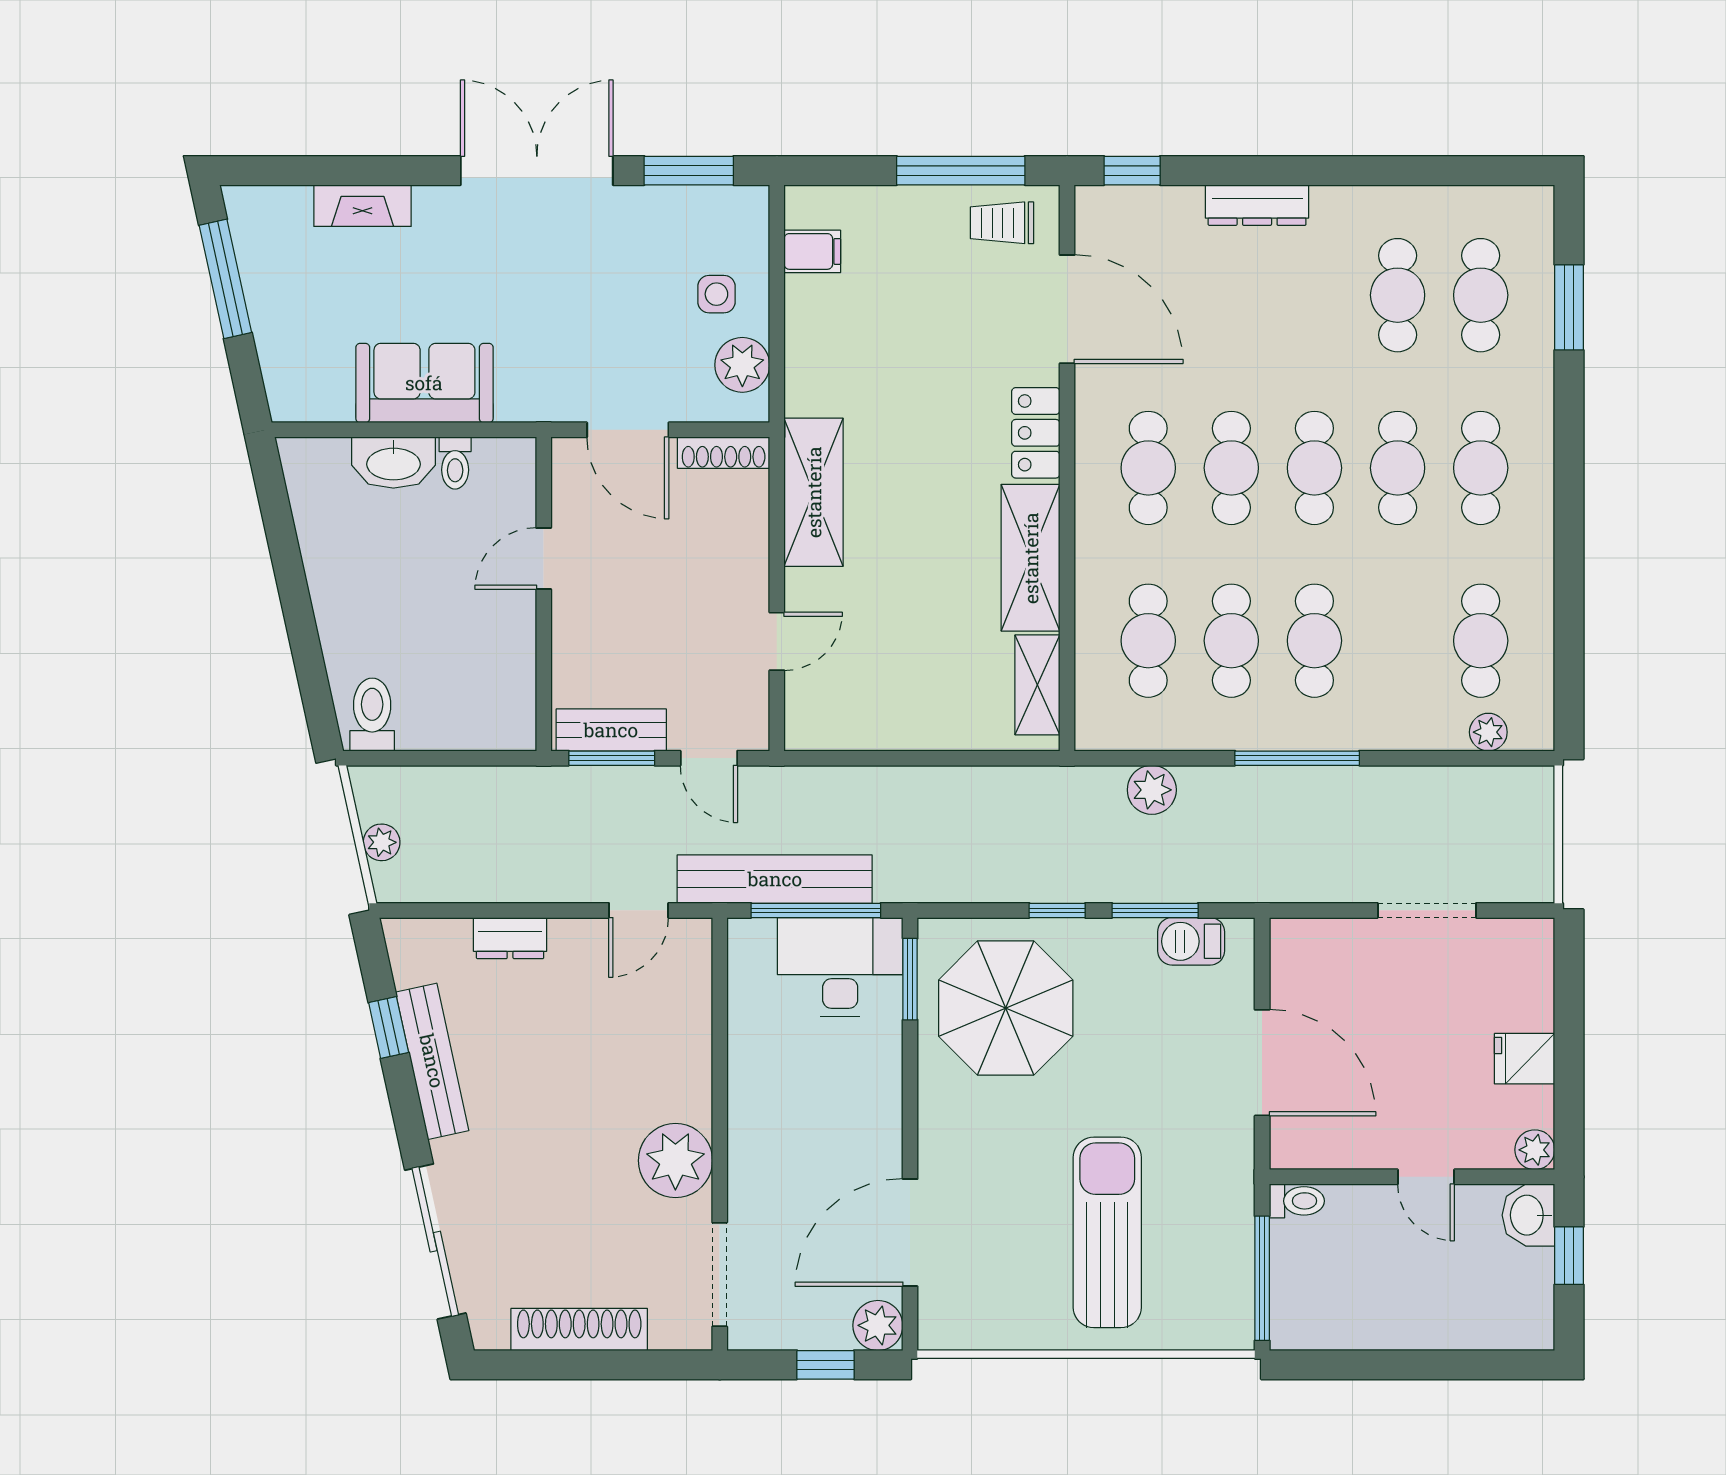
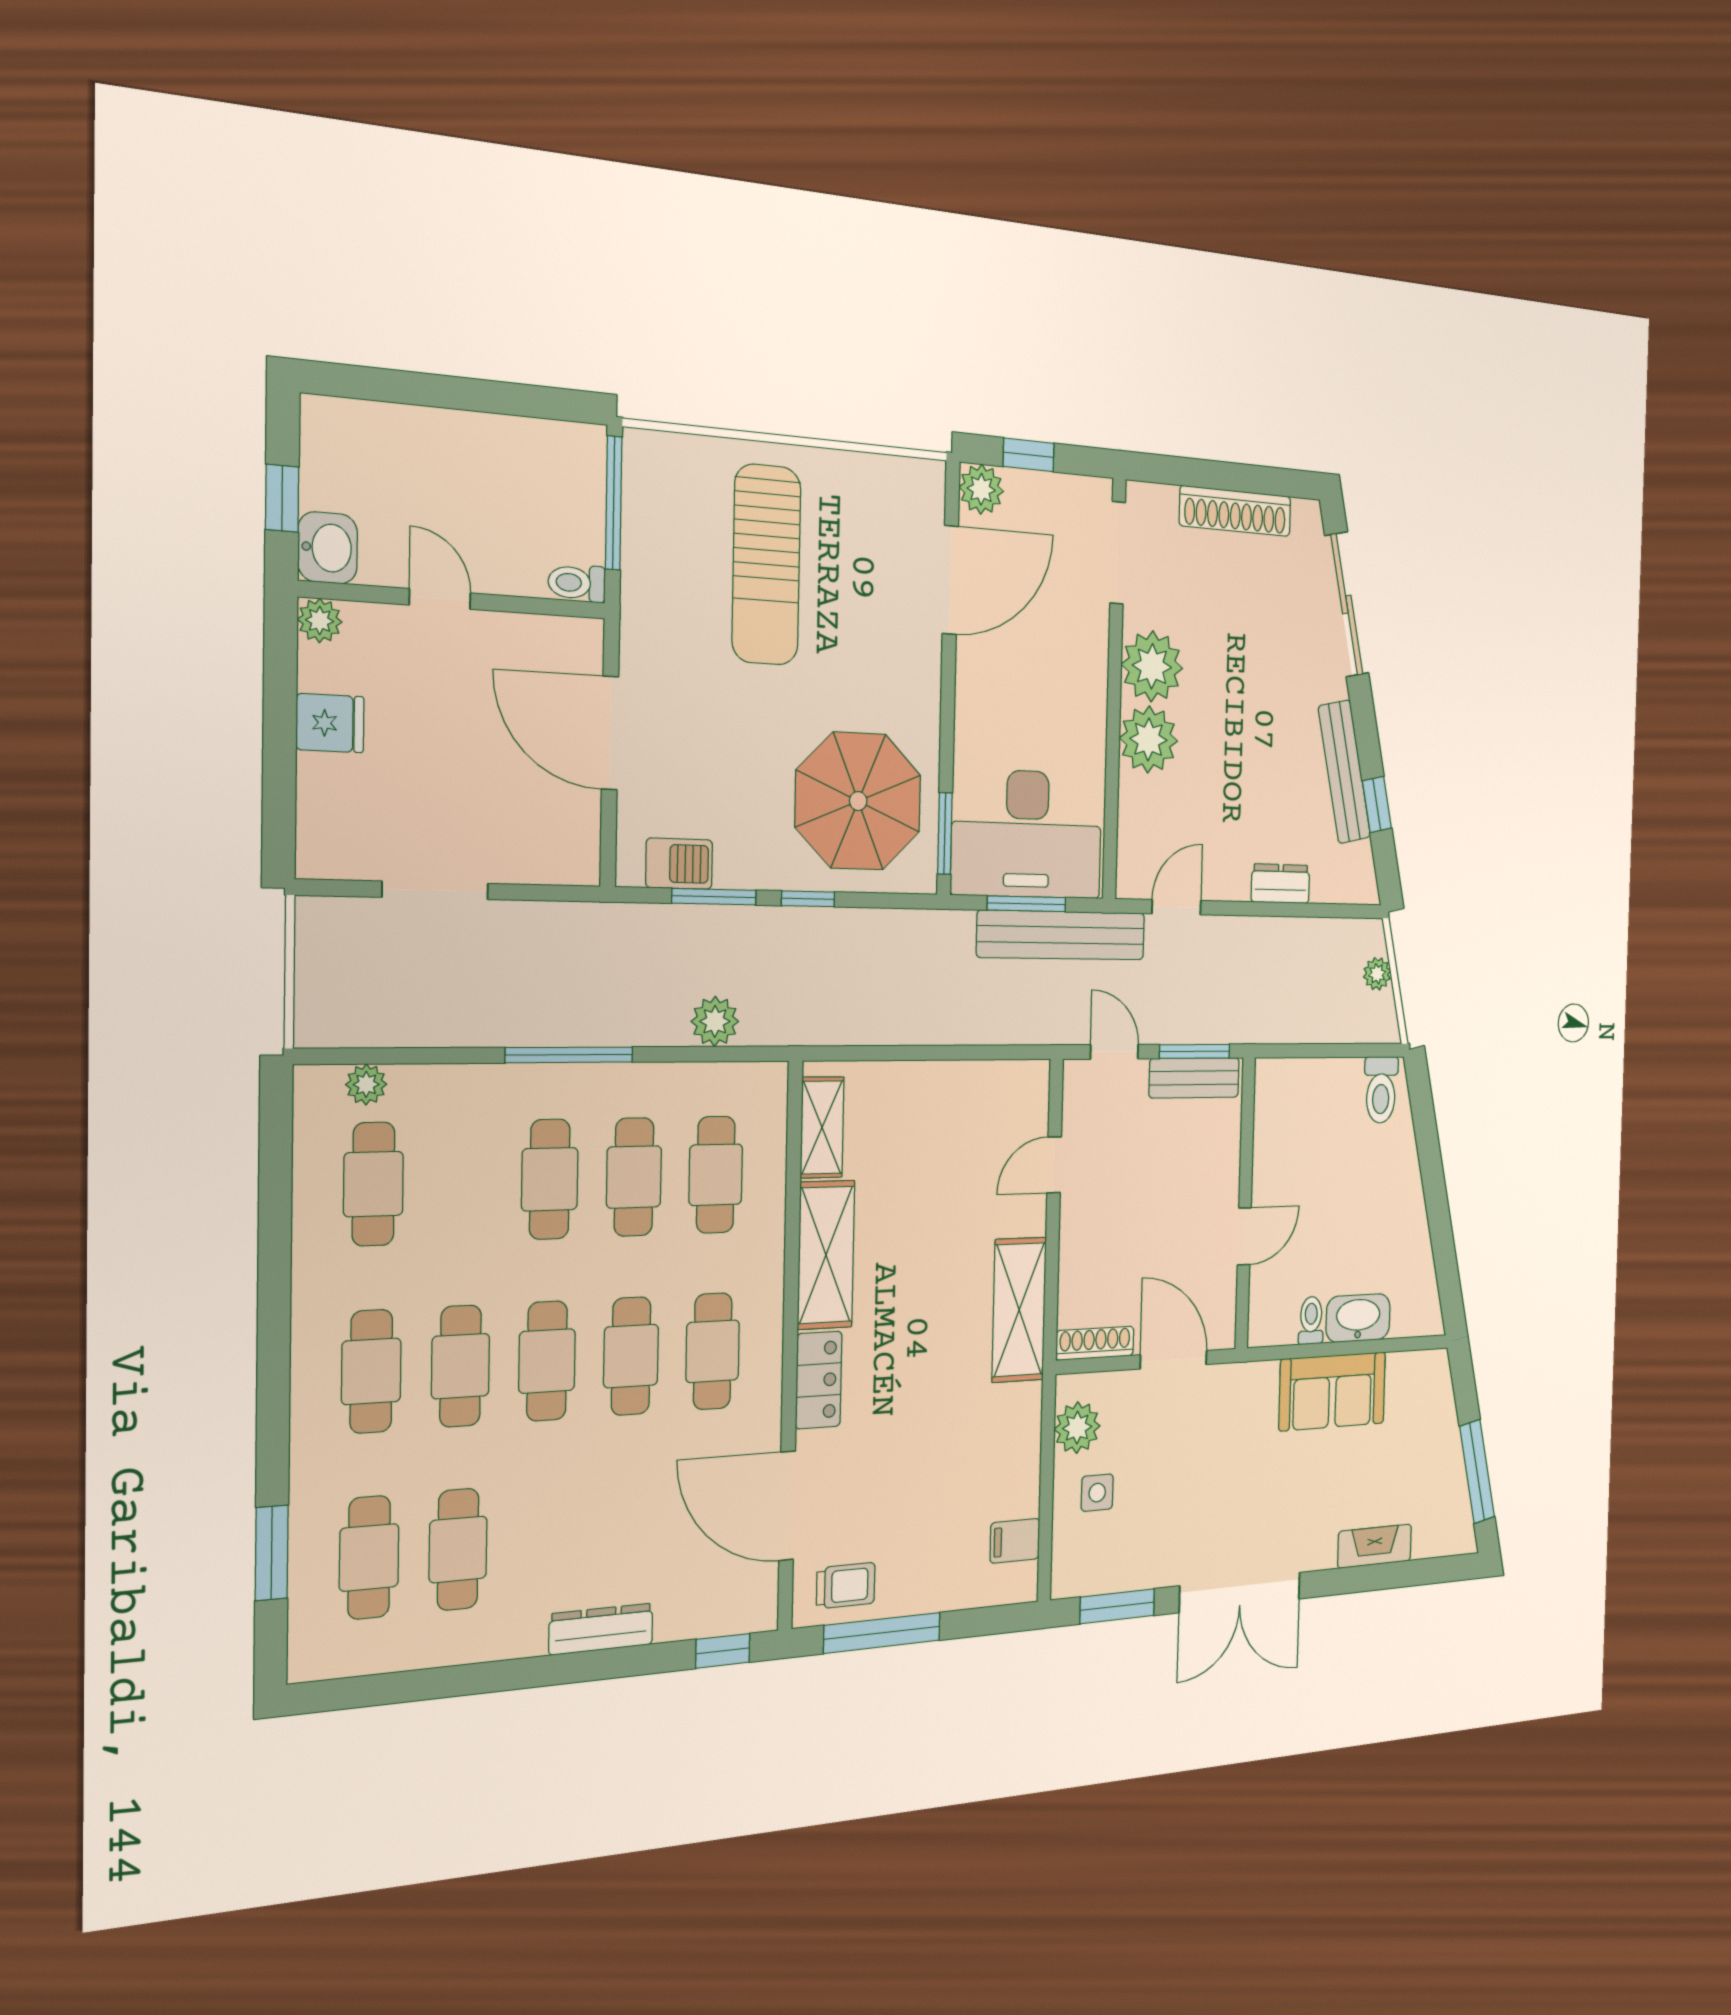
window: (816, 910) -> (1027, 904), width x0.69
desk: (840, 967) -> (1027, 834), width x1.36, depth x1.30
plant: (677, 1085) -> (1148, 739), added

